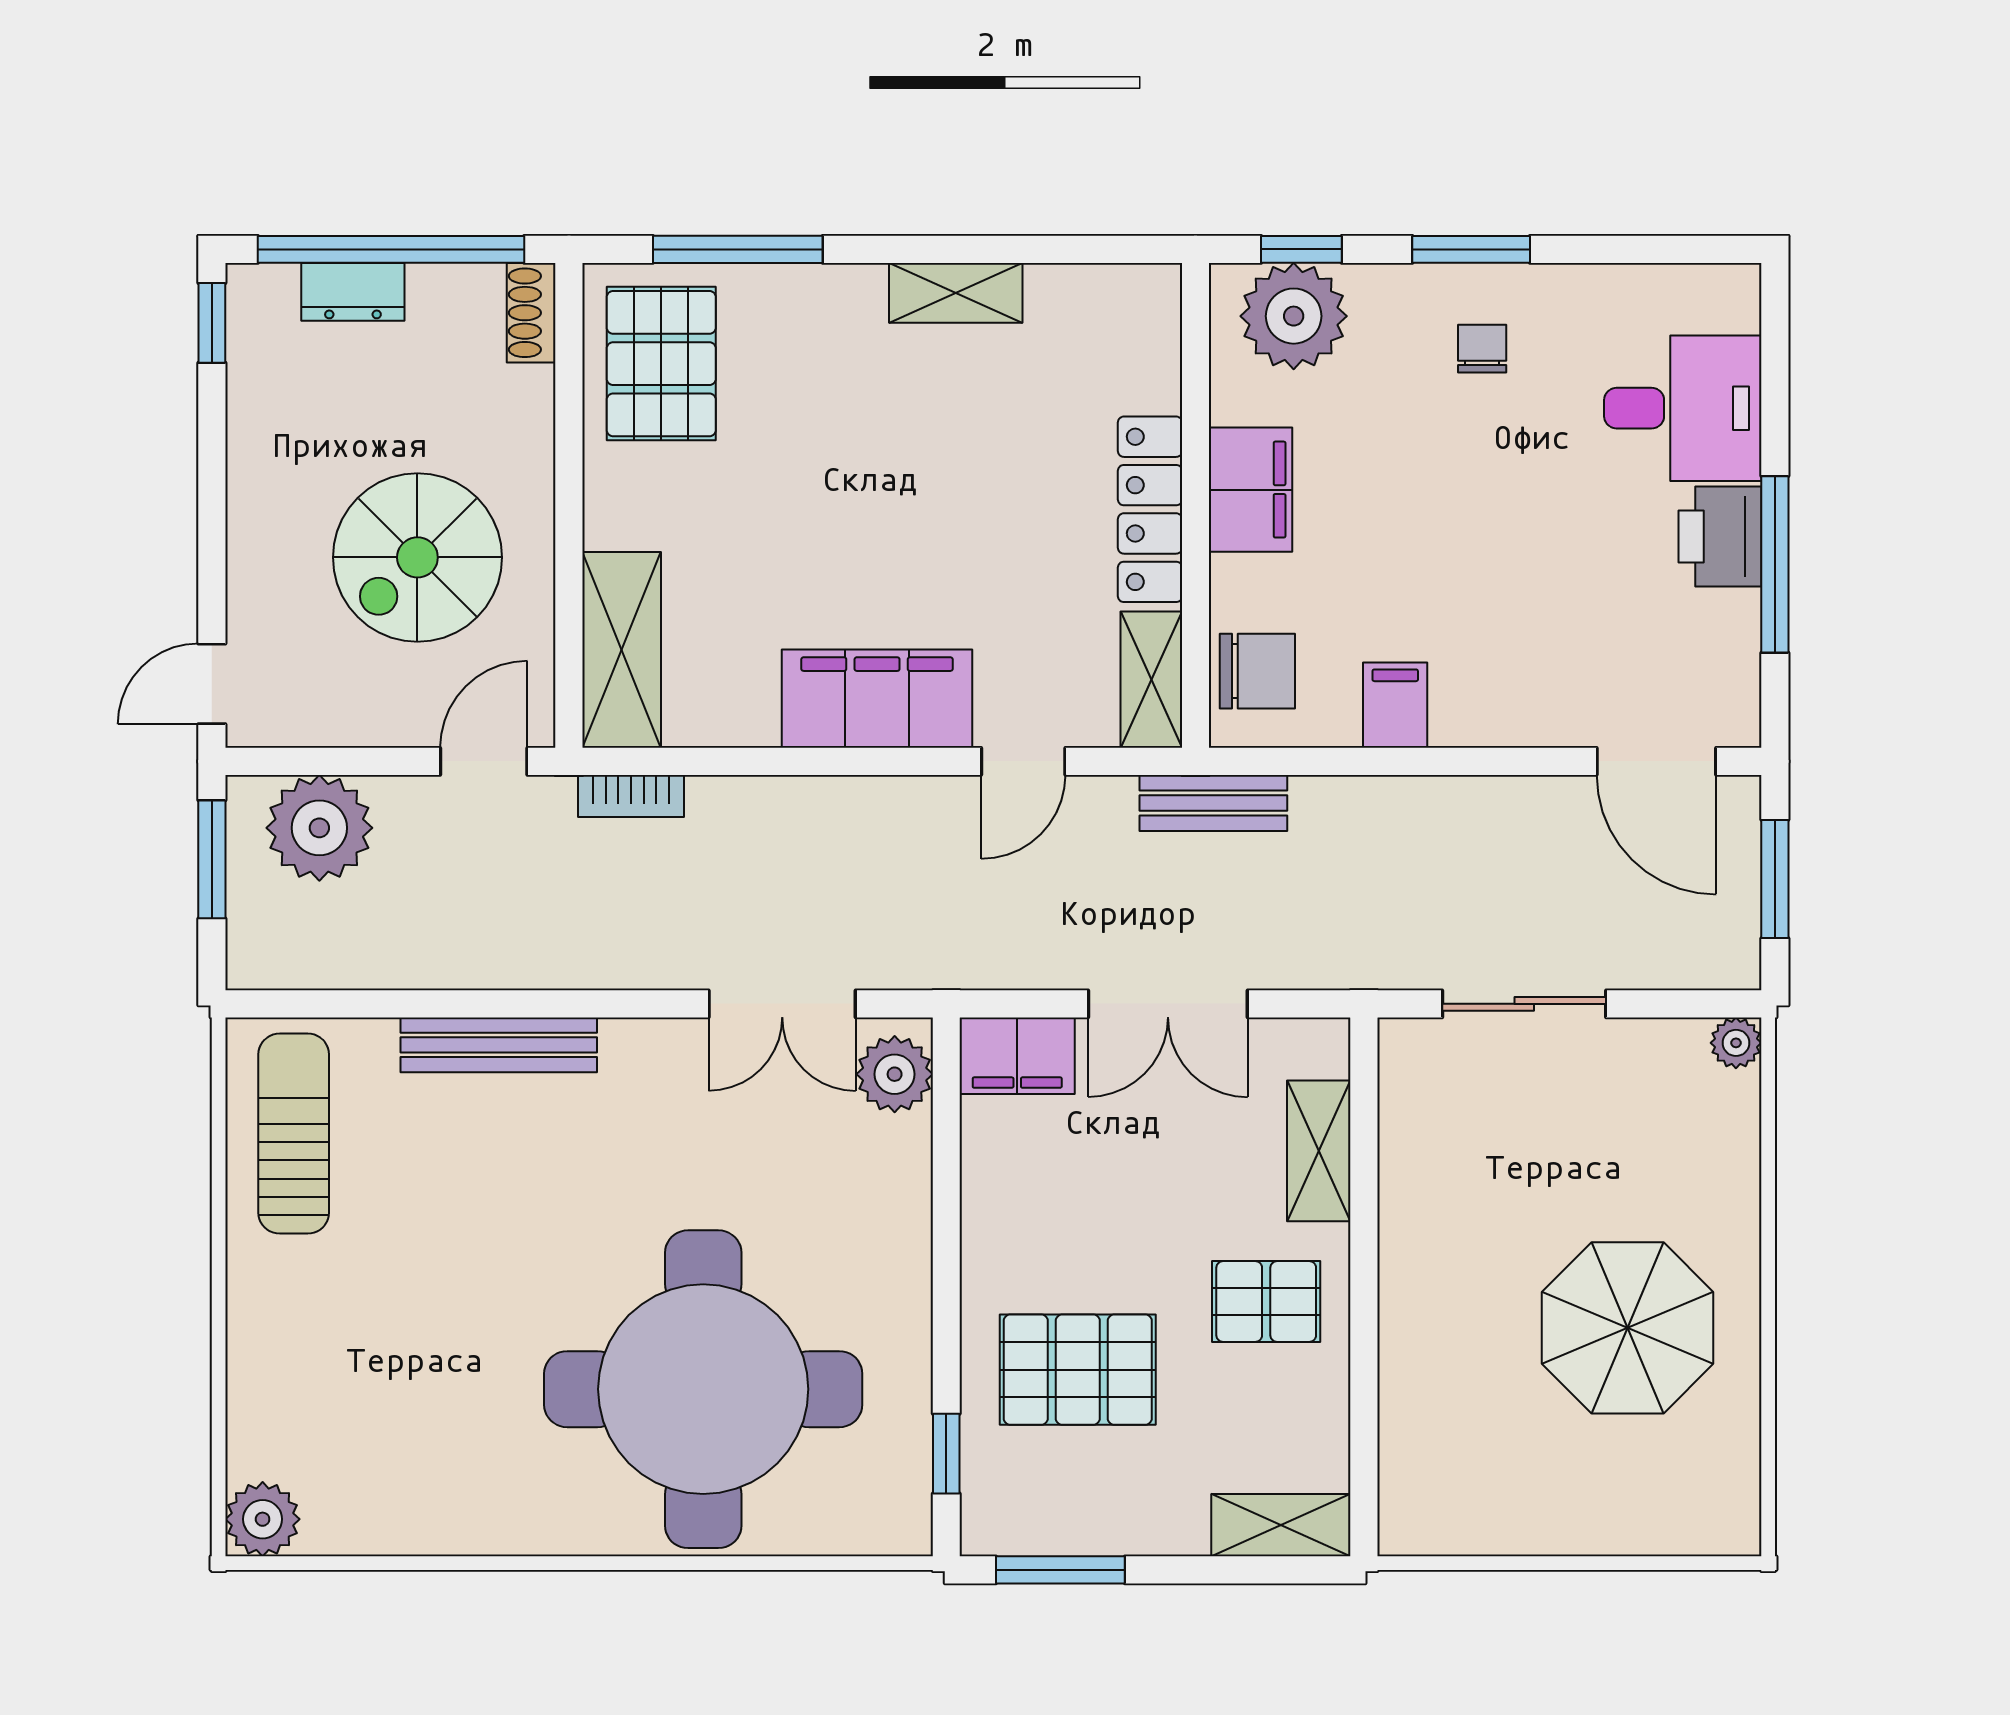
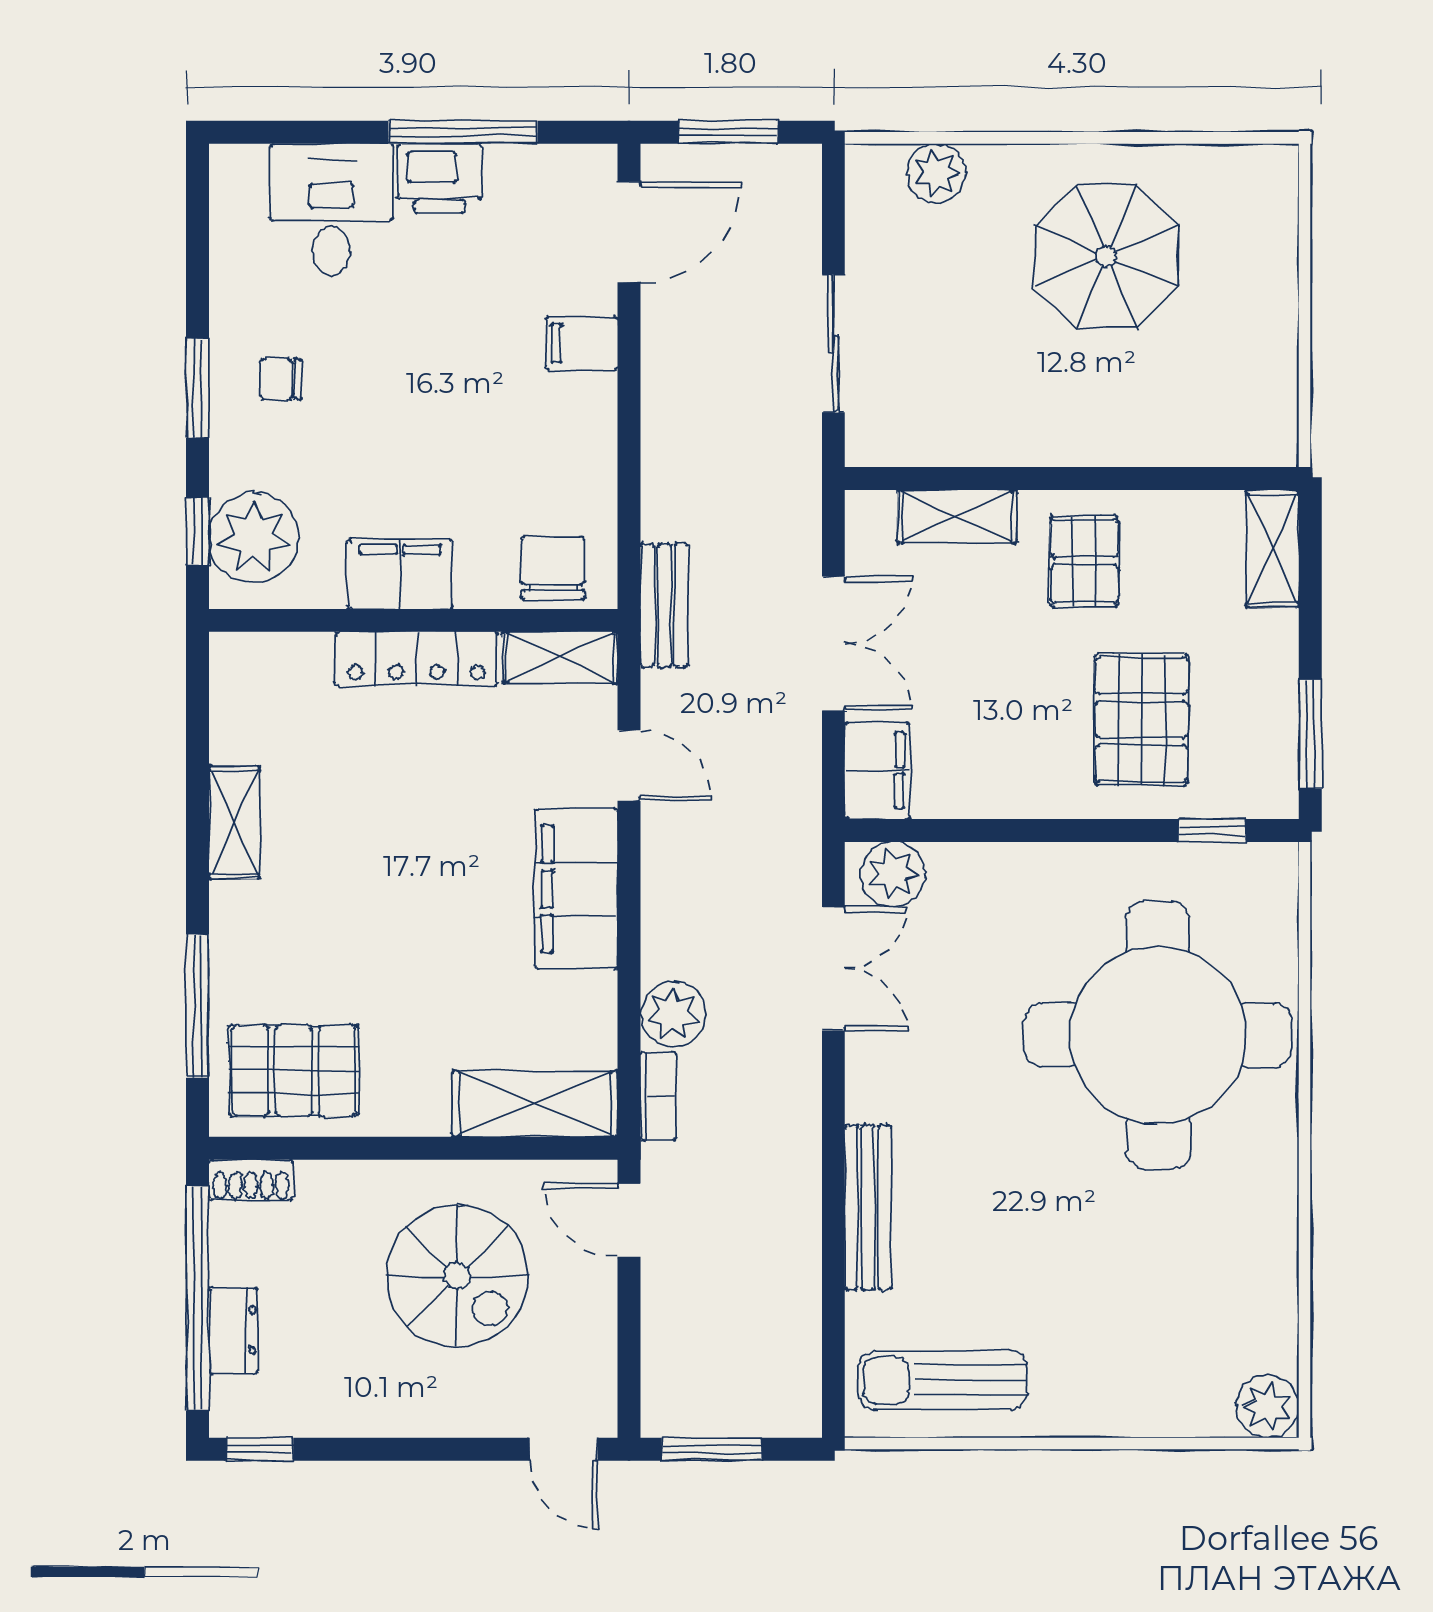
filing cabinet: (1395, 705) -> (582, 343), moved
plant: (319, 828) -> (673, 1014), moved, width x0.73, depth x0.73
plant: (1736, 1043) -> (936, 173), moved, width x1.38, depth x1.38

